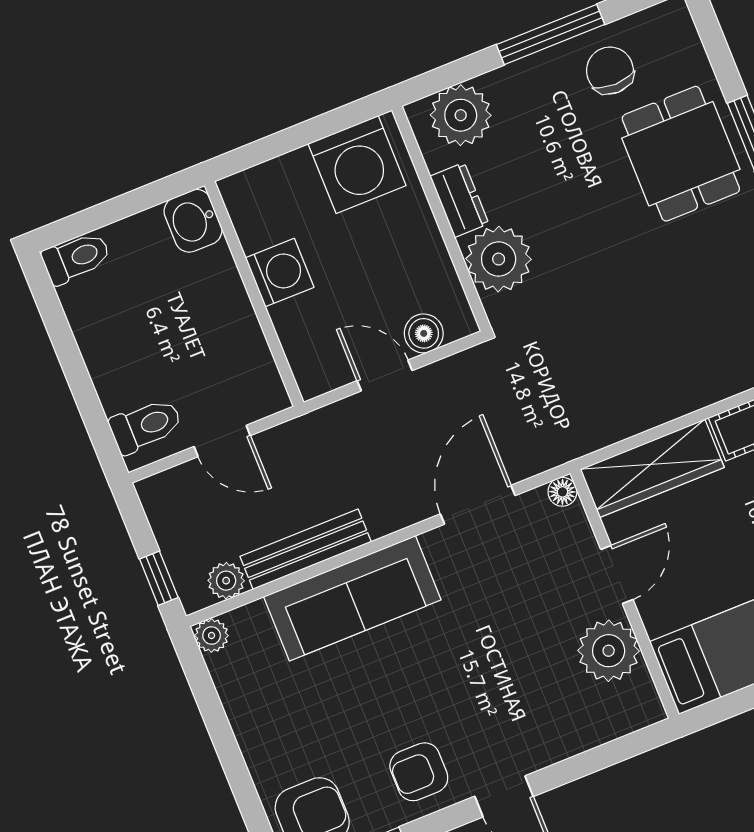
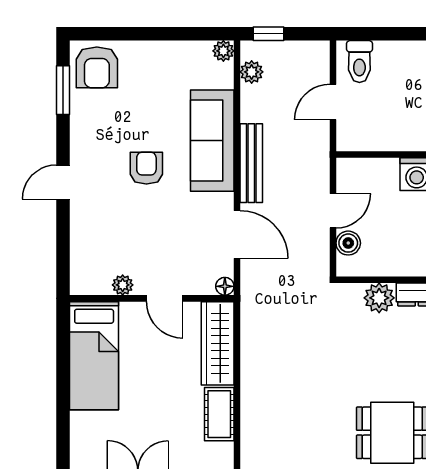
plant: (499, 259) -> (379, 298), width x0.73, depth x0.73
bench: (306, 549) -> (251, 163), moved
plant: (609, 651) -> (123, 285), width x0.53, depth x0.53
armchair: (419, 772) -> (146, 168), moved

